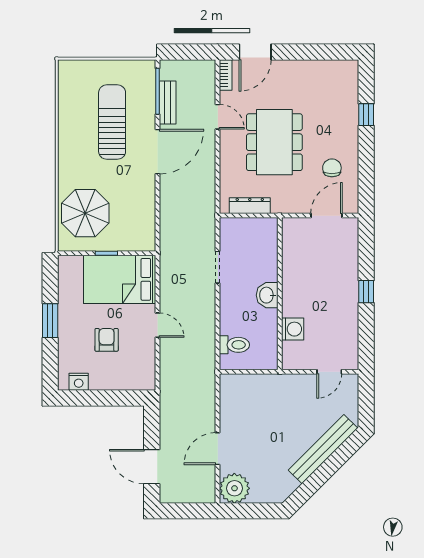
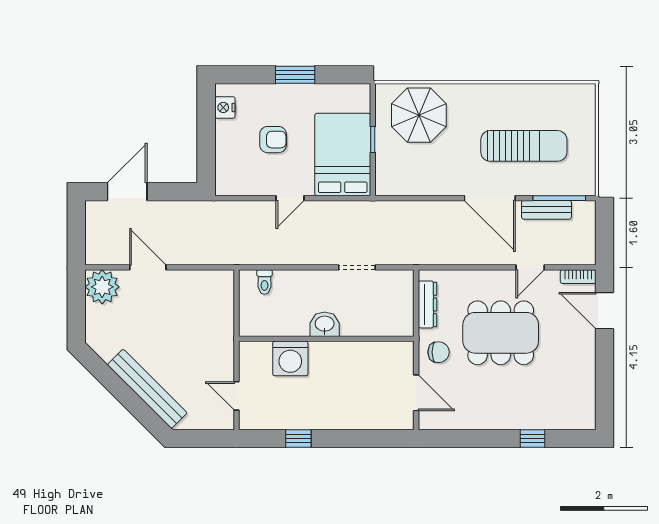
chair: (332, 168) -> (439, 352), moved
window: (366, 292) -> (298, 438), moved
washing machine: (293, 329) -> (290, 358), width x1.37, depth x1.37
toilet: (234, 345) -> (264, 282), width x0.73, depth x0.72

